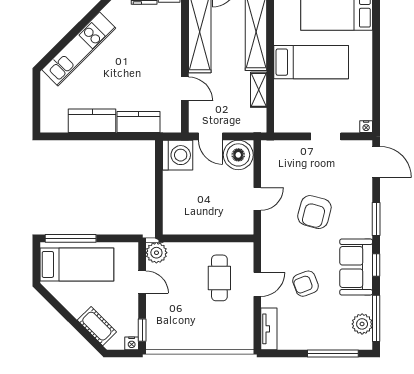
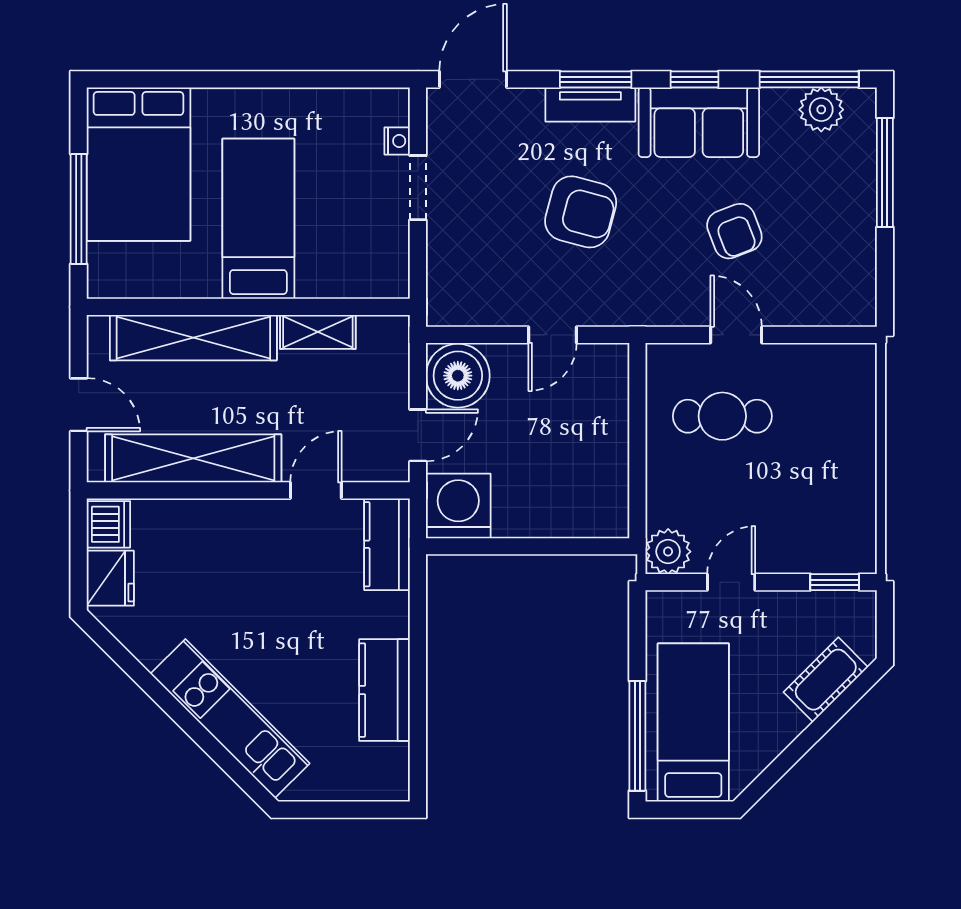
kitchen counter: (138, 122) -> (387, 544), moved
nightstand: (366, 127) -> (397, 141), moved
door: (257, 199) -> (553, 335), swing flipped
tv unit: (269, 329) -> (590, 105), moved, turned 180
nightstand: (132, 343) -> (863, 605), removed

